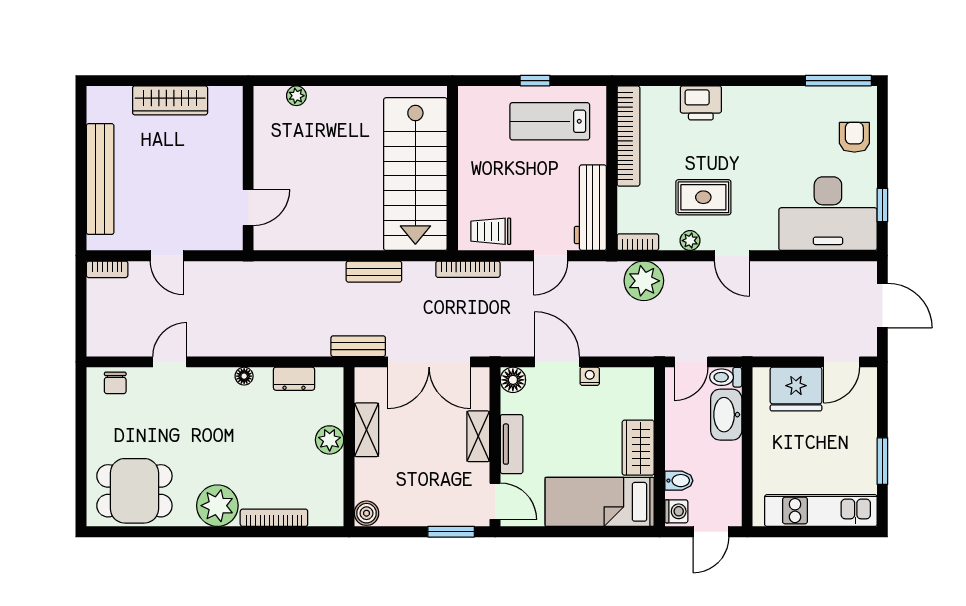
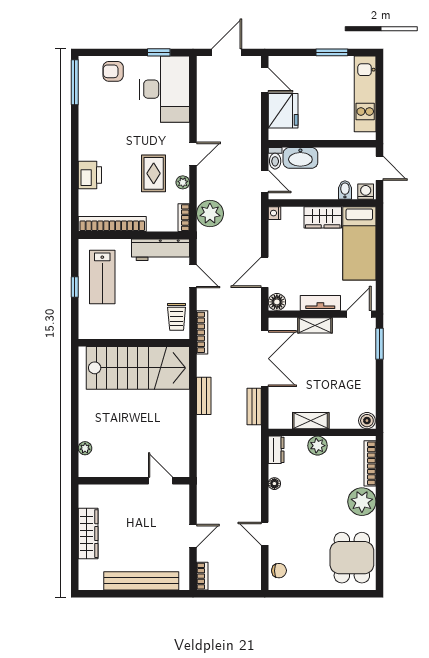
nightstand: (590, 376) -> (275, 213), moved
shelving: (366, 430) -> (311, 421), moved
plant: (330, 440) -> (318, 446), moved
wall: (349, 447) -> (322, 432), moved
boiler: (367, 513) -> (367, 421), moved

